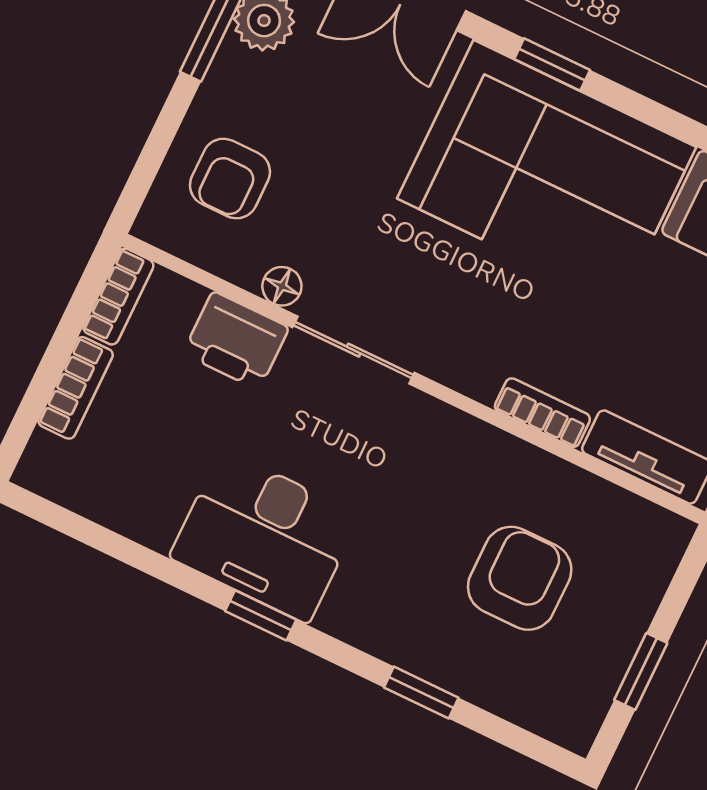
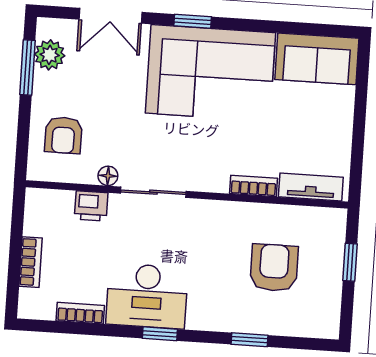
bookcase: (118, 297) -> (80, 313), moved, turned -90
printer: (236, 341) -> (91, 206), width x0.73, depth x0.81
window: (641, 672) -> (350, 262), moved

